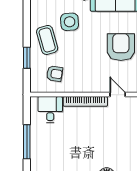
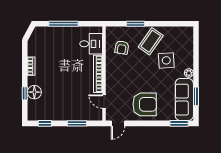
coffee table: (47, 40) -> (151, 41), turned -39
door: (118, 95) -> (104, 102), swing flipped

